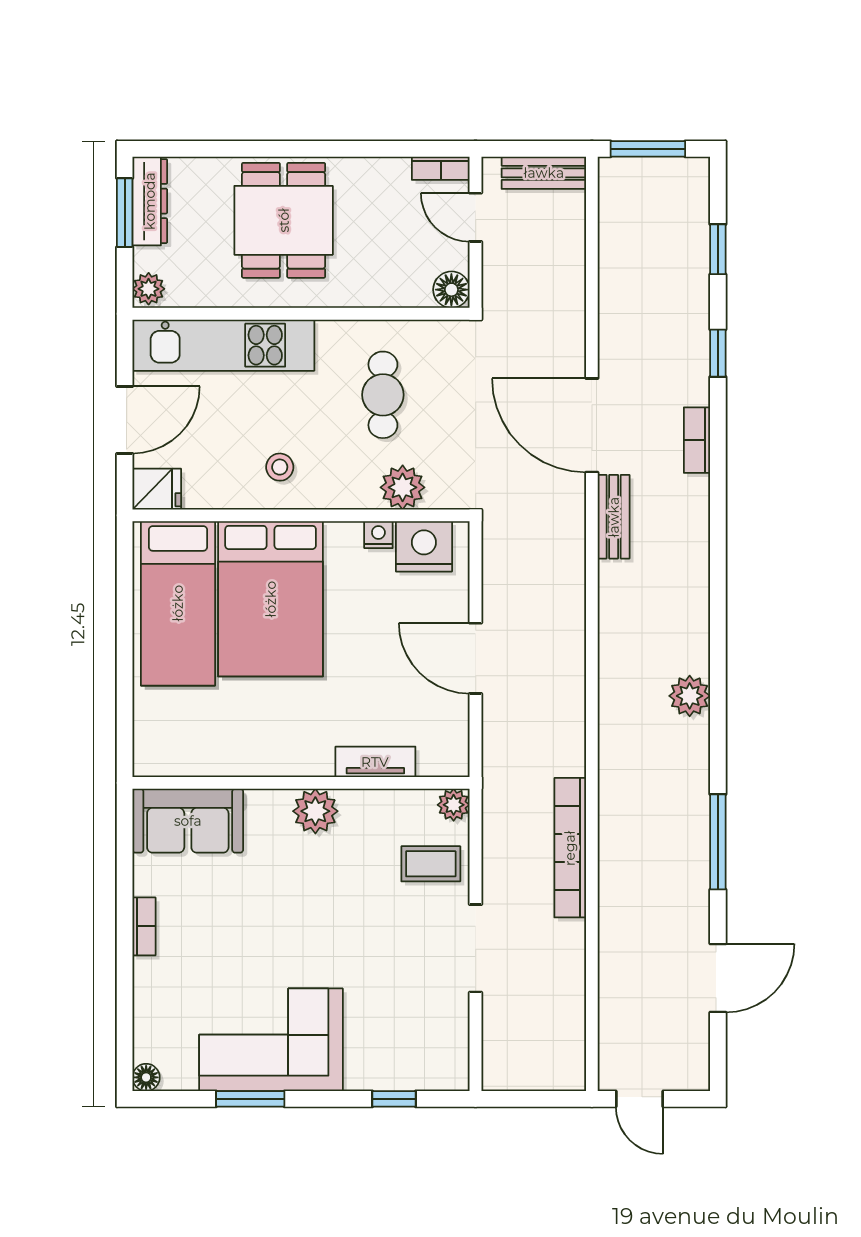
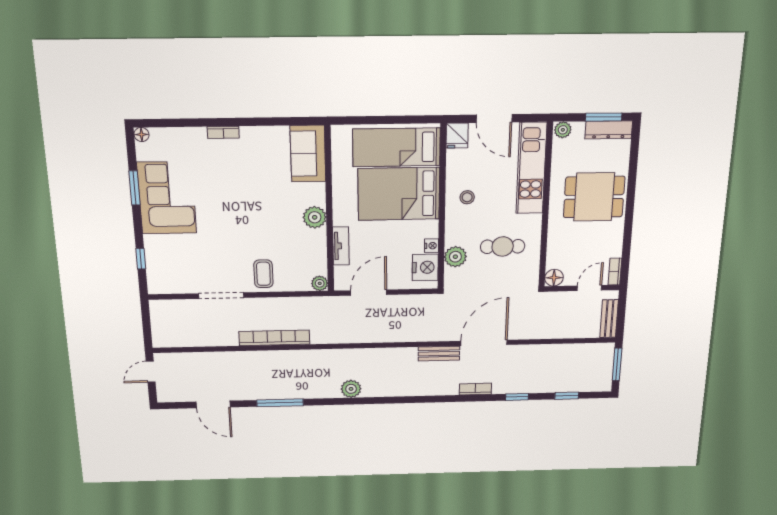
tv unit: (375, 762) -> (341, 246), moved
wall: (301, 783) -> (329, 210), moved
plant: (454, 805) -> (320, 283), moved
plant: (315, 811) -> (315, 217), moved
sofa: (188, 821) -> (308, 154), moved

